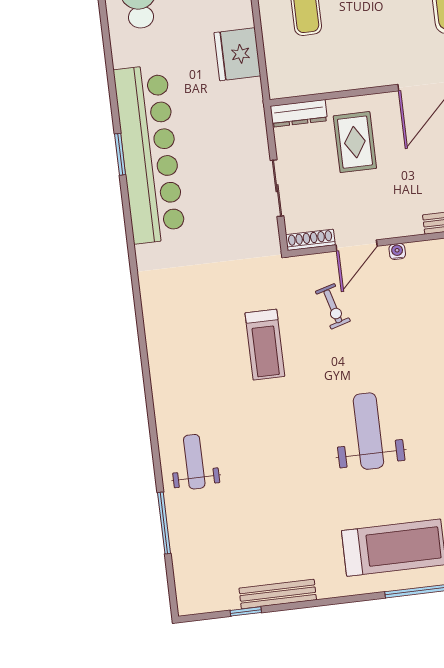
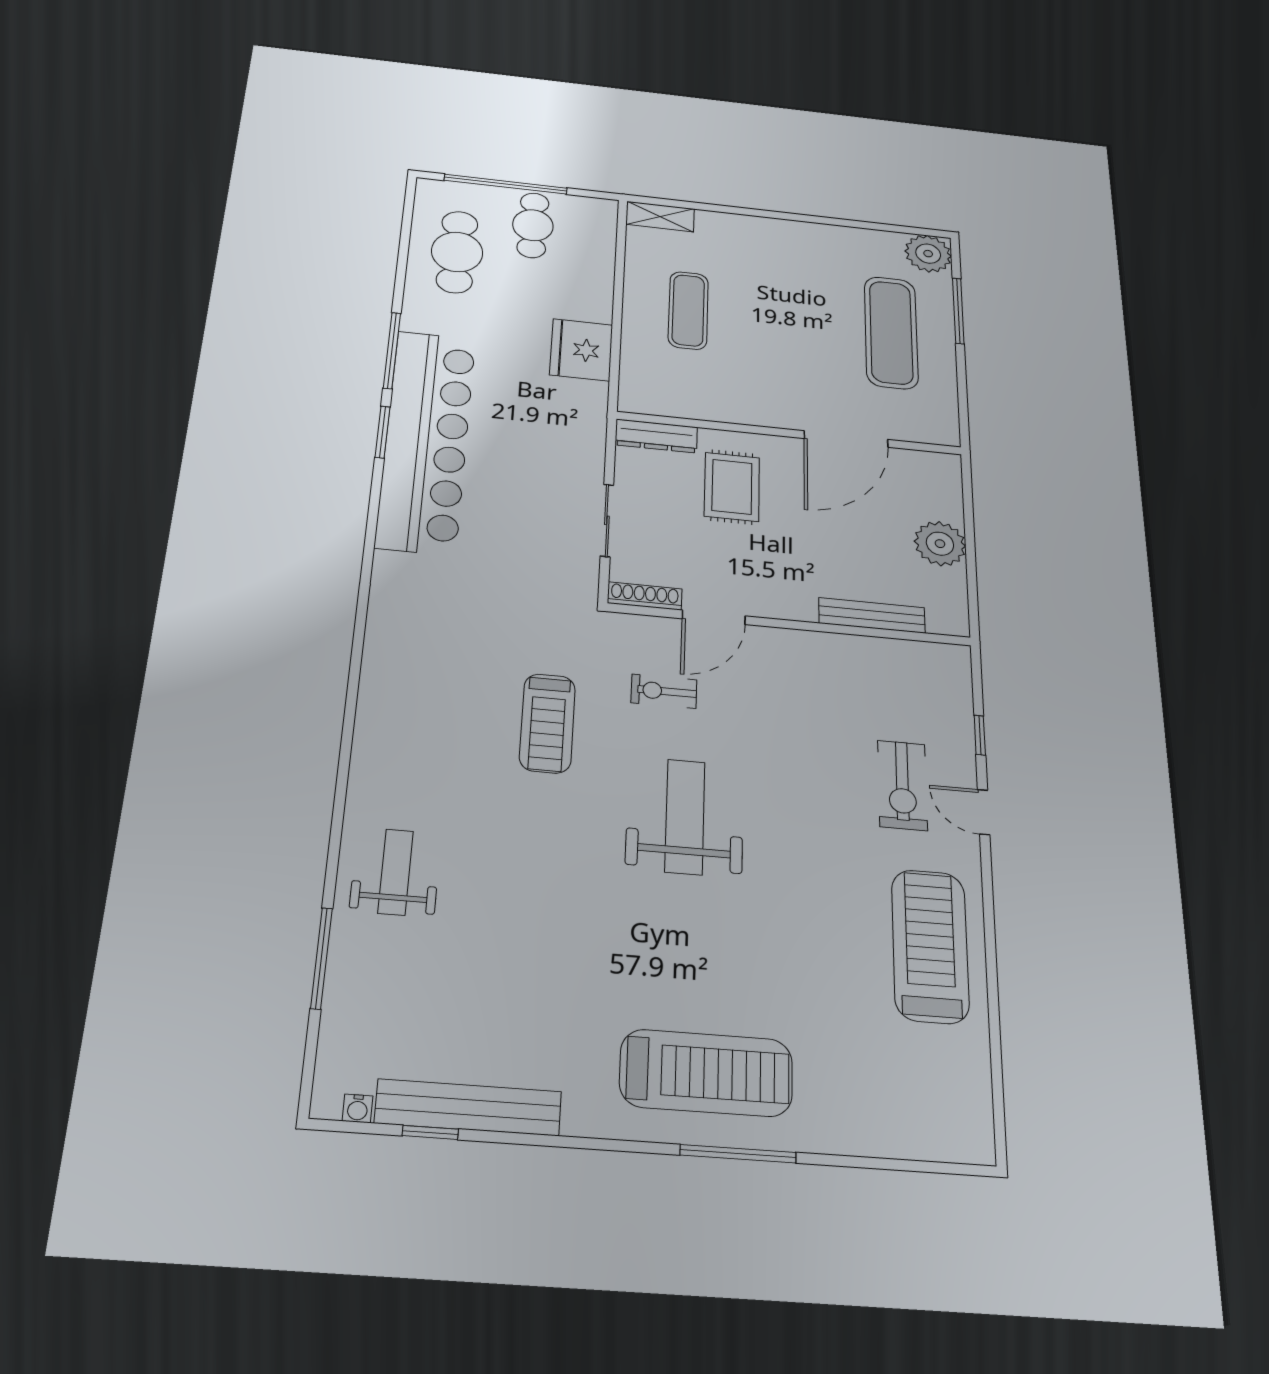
window: (112, 87) -> (392, 350), added
water cooler: (397, 251) -> (358, 1108), moved, turned 180
exercise bike: (333, 306) -> (664, 691), turned 106
weight bench: (368, 431) -> (685, 817), moved
bench: (278, 594) -> (468, 1107), width x1.37, depth x1.21

